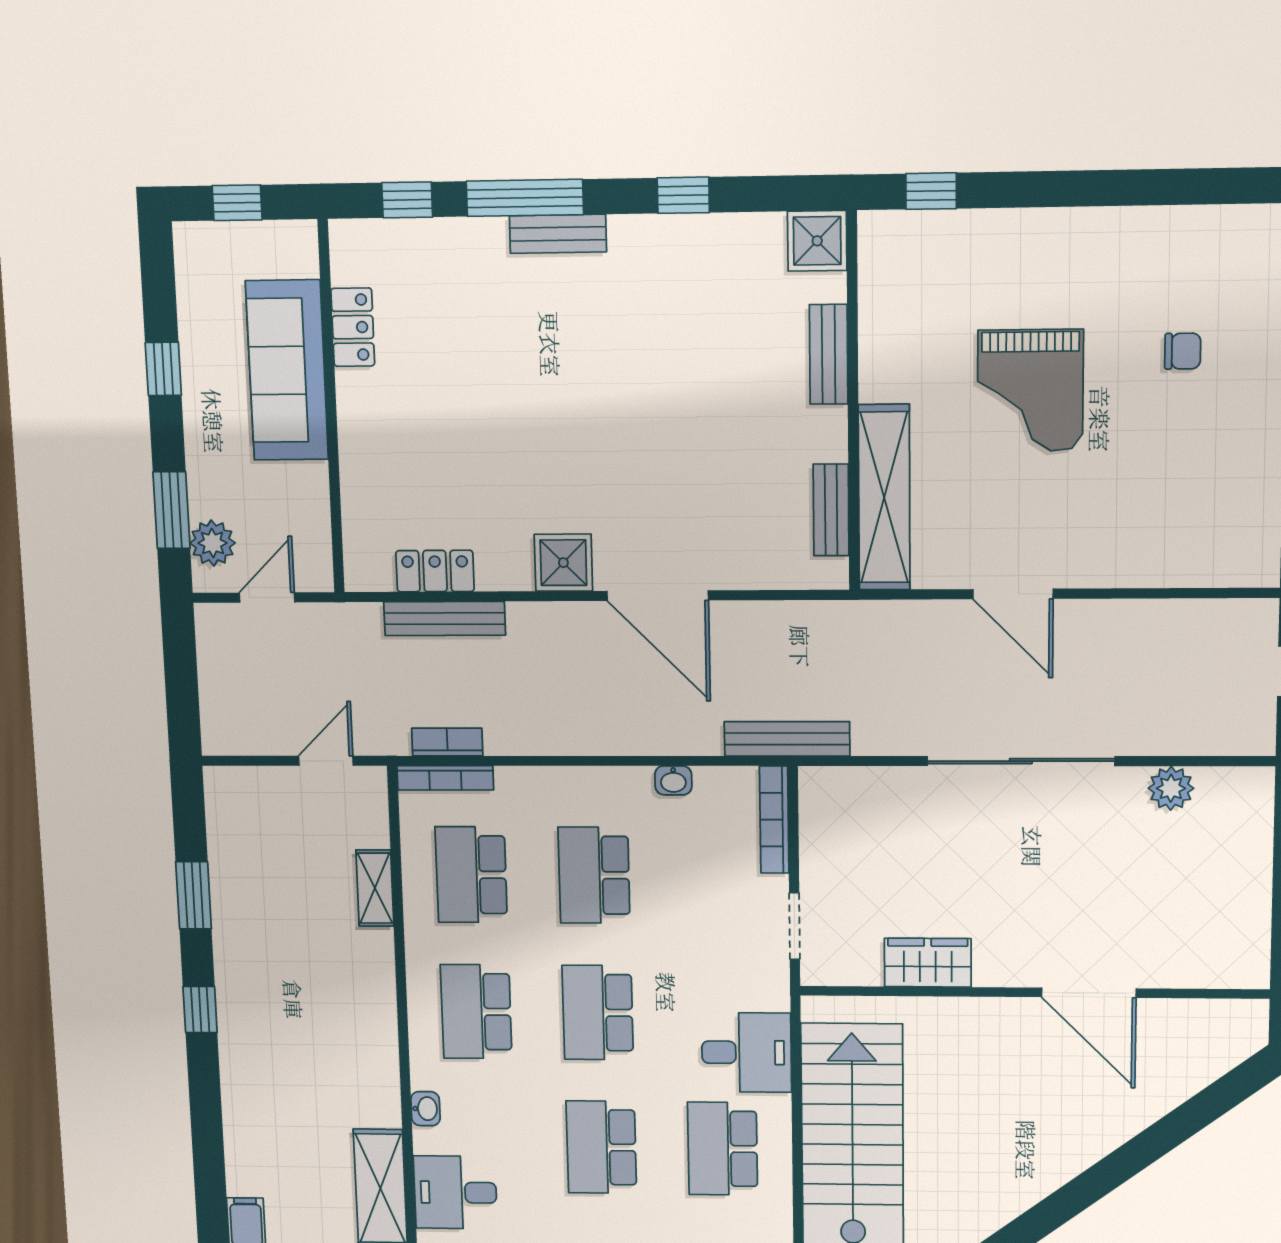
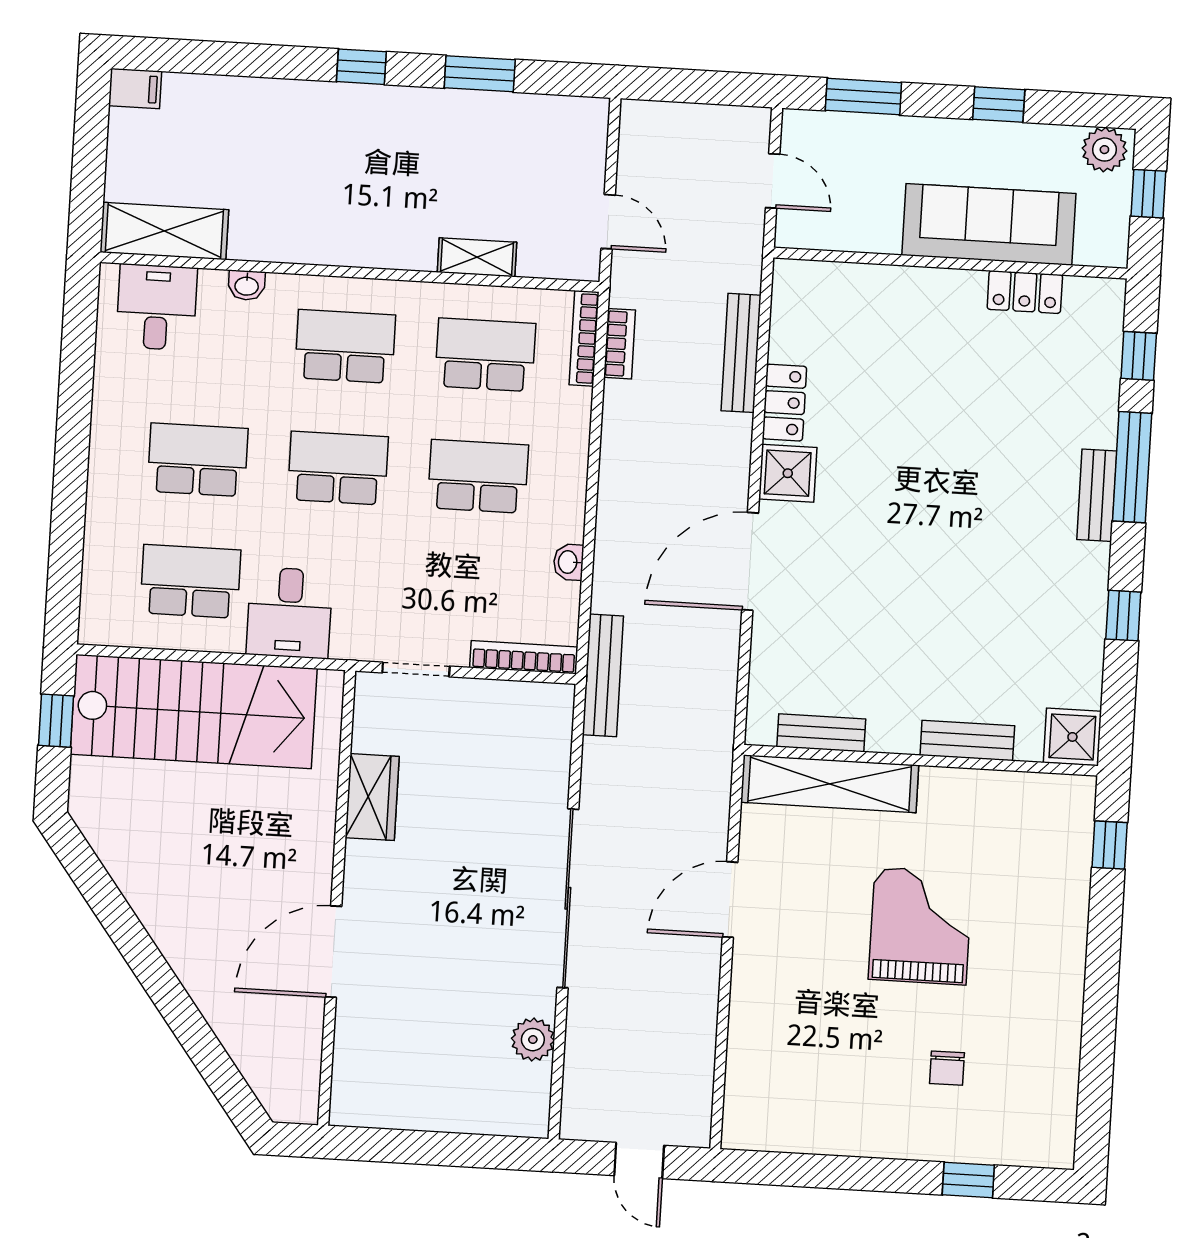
grand piano: (1030, 391) -> (920, 926), turned 90
plant: (213, 543) -> (1104, 150), moved
locker: (435, 571) -> (784, 403), moved

